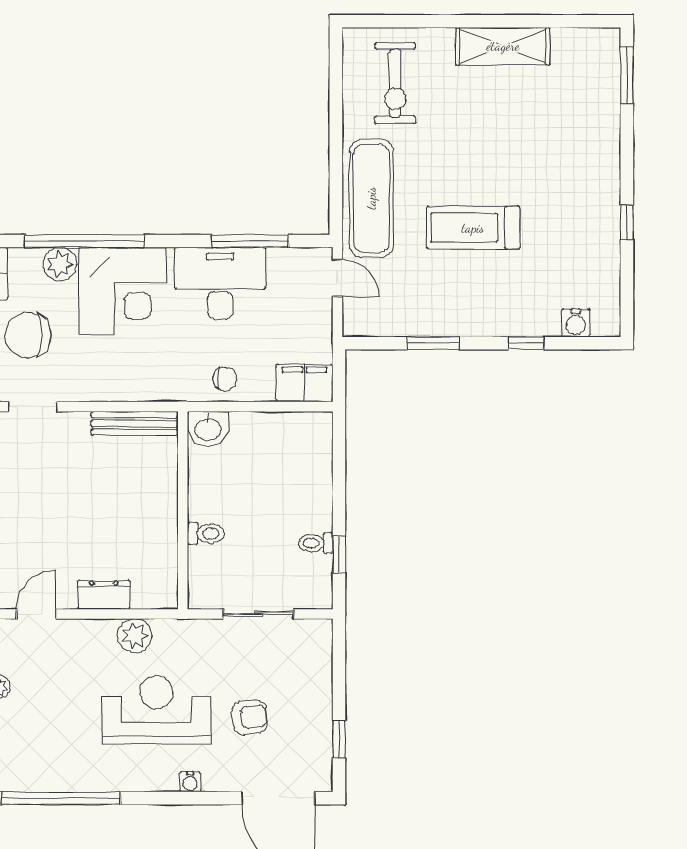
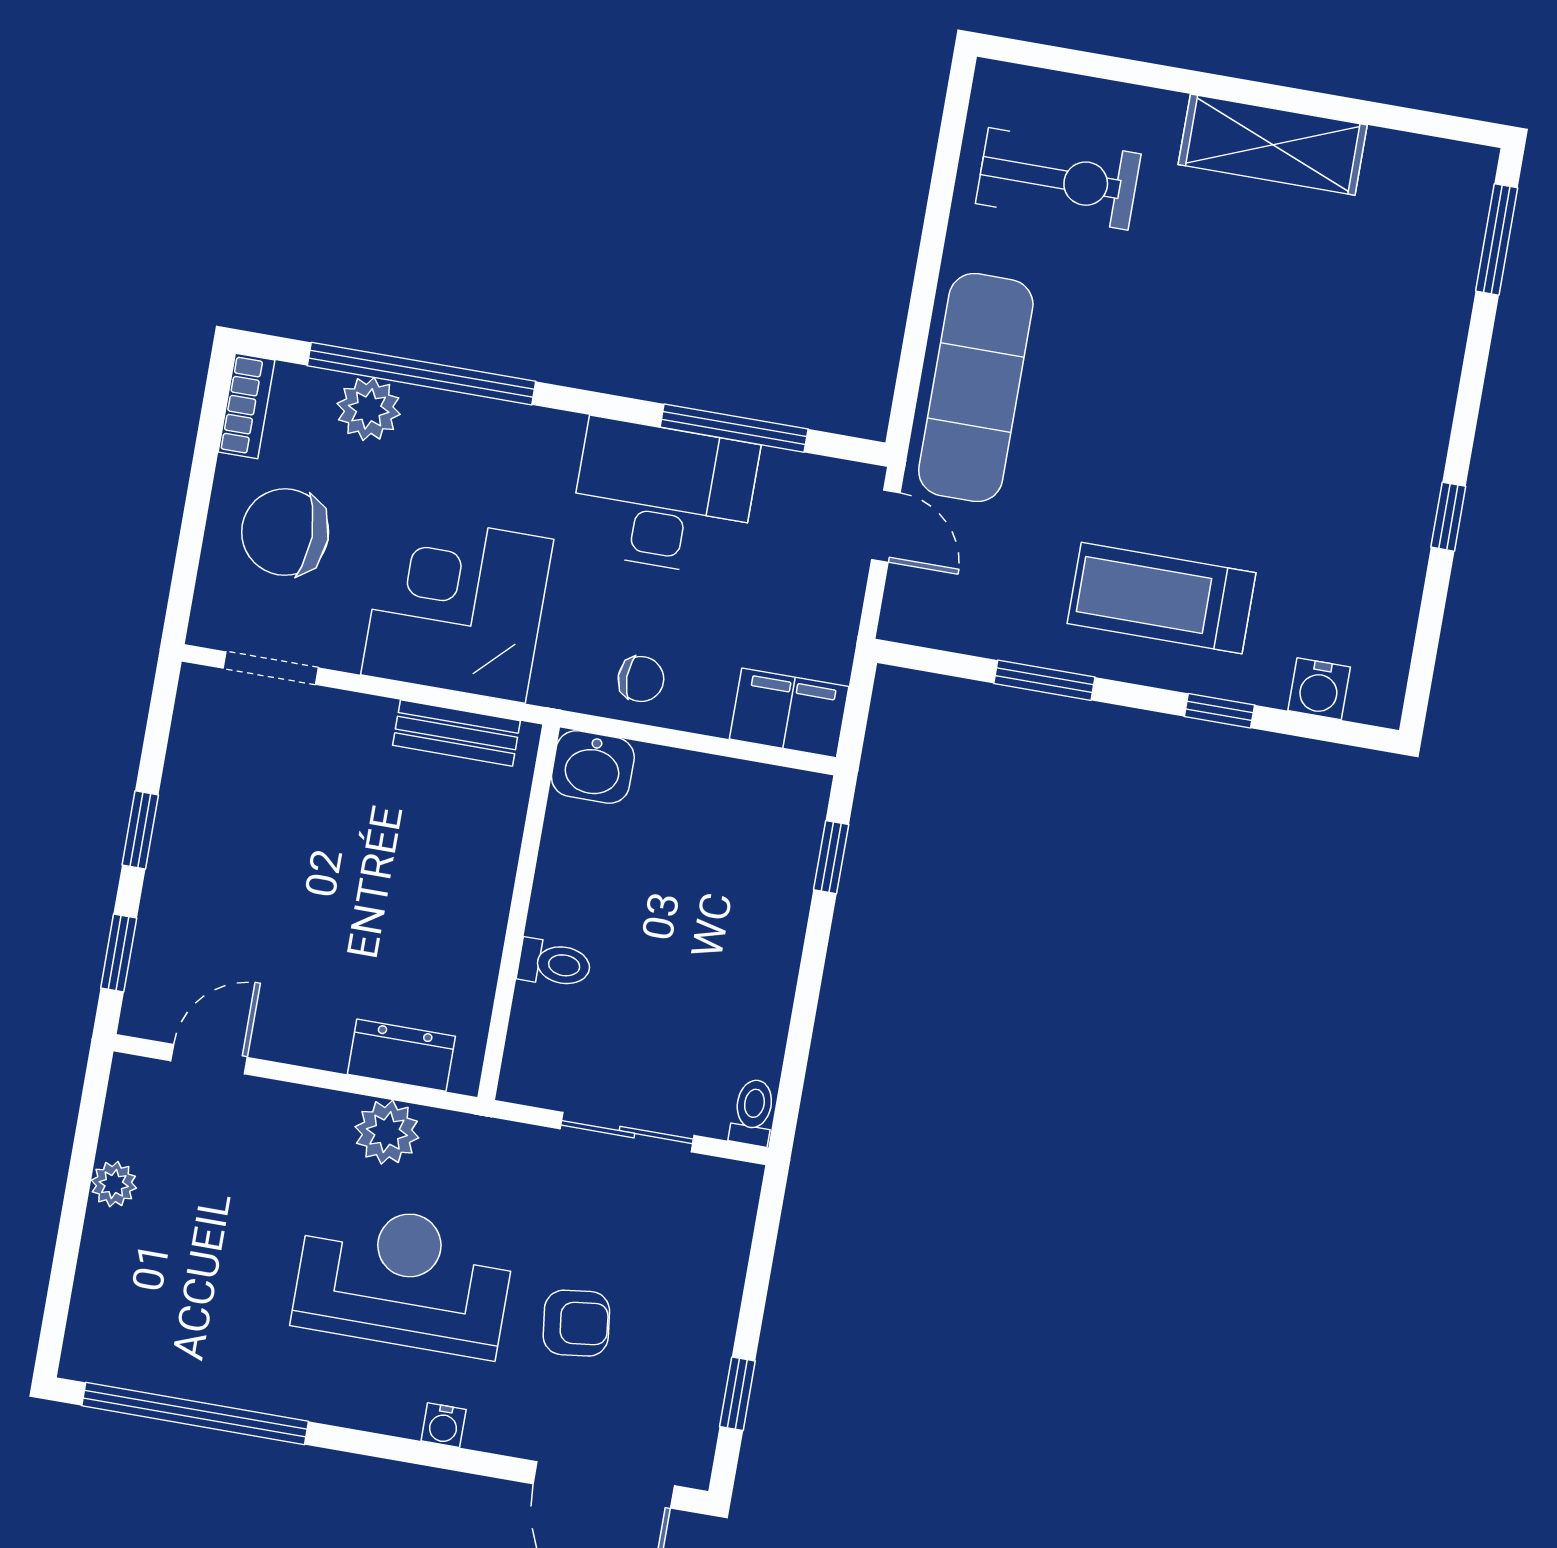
exercise bike: (395, 83) -> (1058, 179), turned -90
treadmill: (473, 228) -> (1162, 598), moved
corner desk: (123, 291) -> (457, 607), moved, turned 180
bench: (134, 423) -> (456, 733), width x0.73
toilet: (316, 543) -> (753, 1112), moved, turned 90
window: (339, 555) -> (831, 857), moved
dresser: (104, 595) -> (401, 1055), moved

